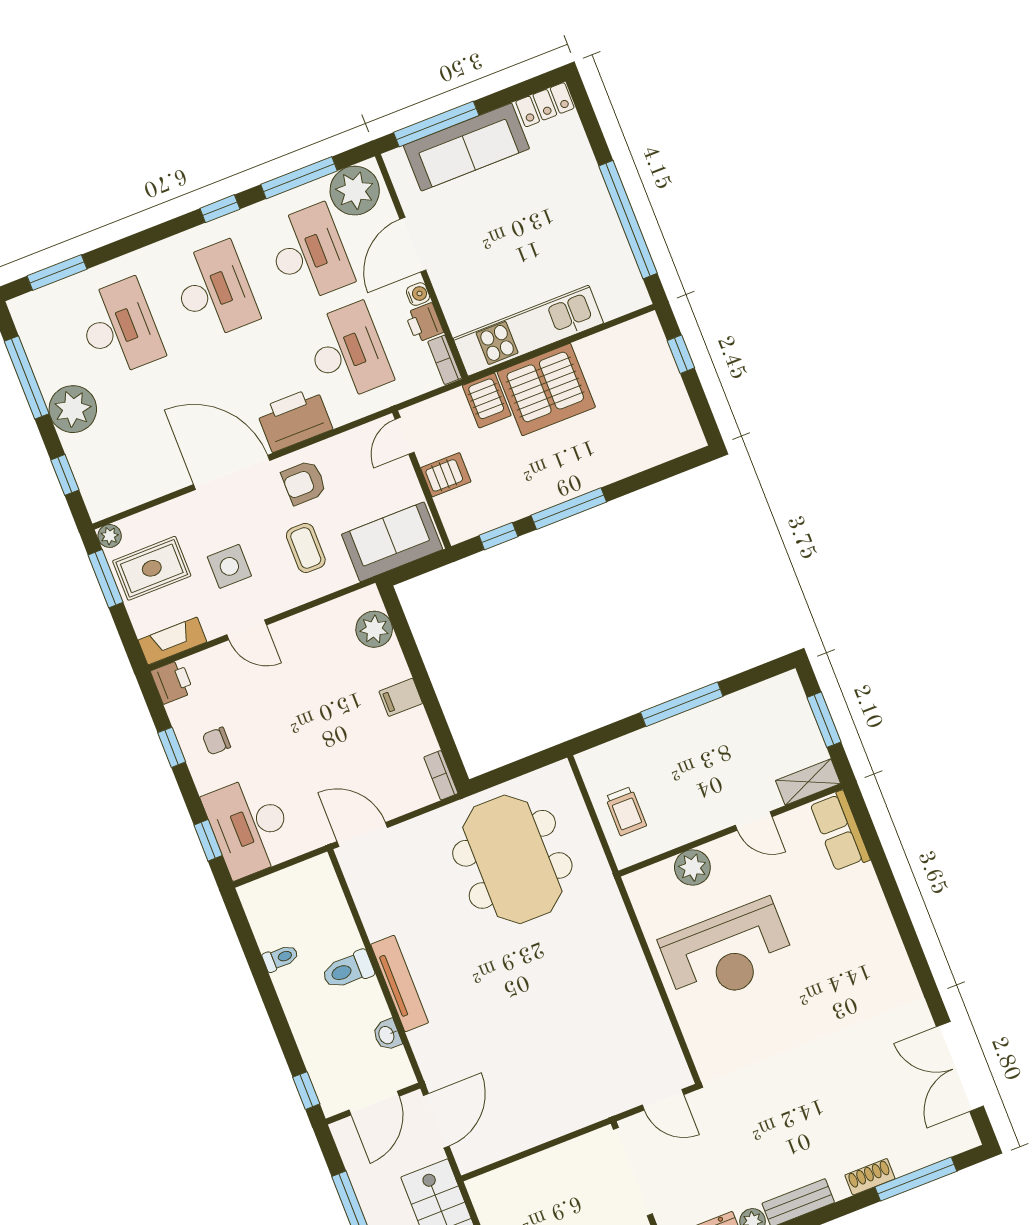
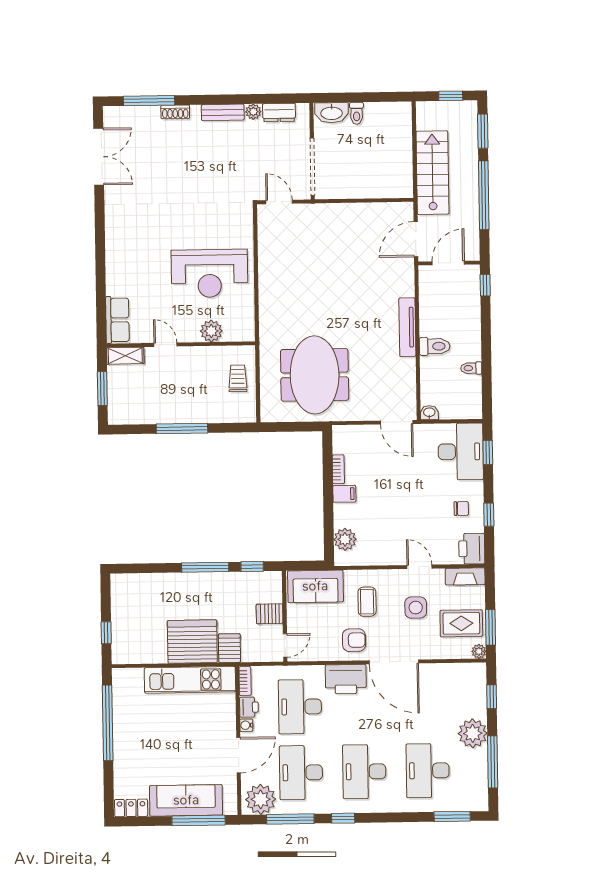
printer: (172, 682) -> (472, 549), width x1.36, depth x1.24
bookcase: (441, 775) -> (338, 469), moved
reception desk: (727, 953) -> (210, 273), turned 180
washbasin: (387, 1035) -> (429, 413), moved, turned -90

